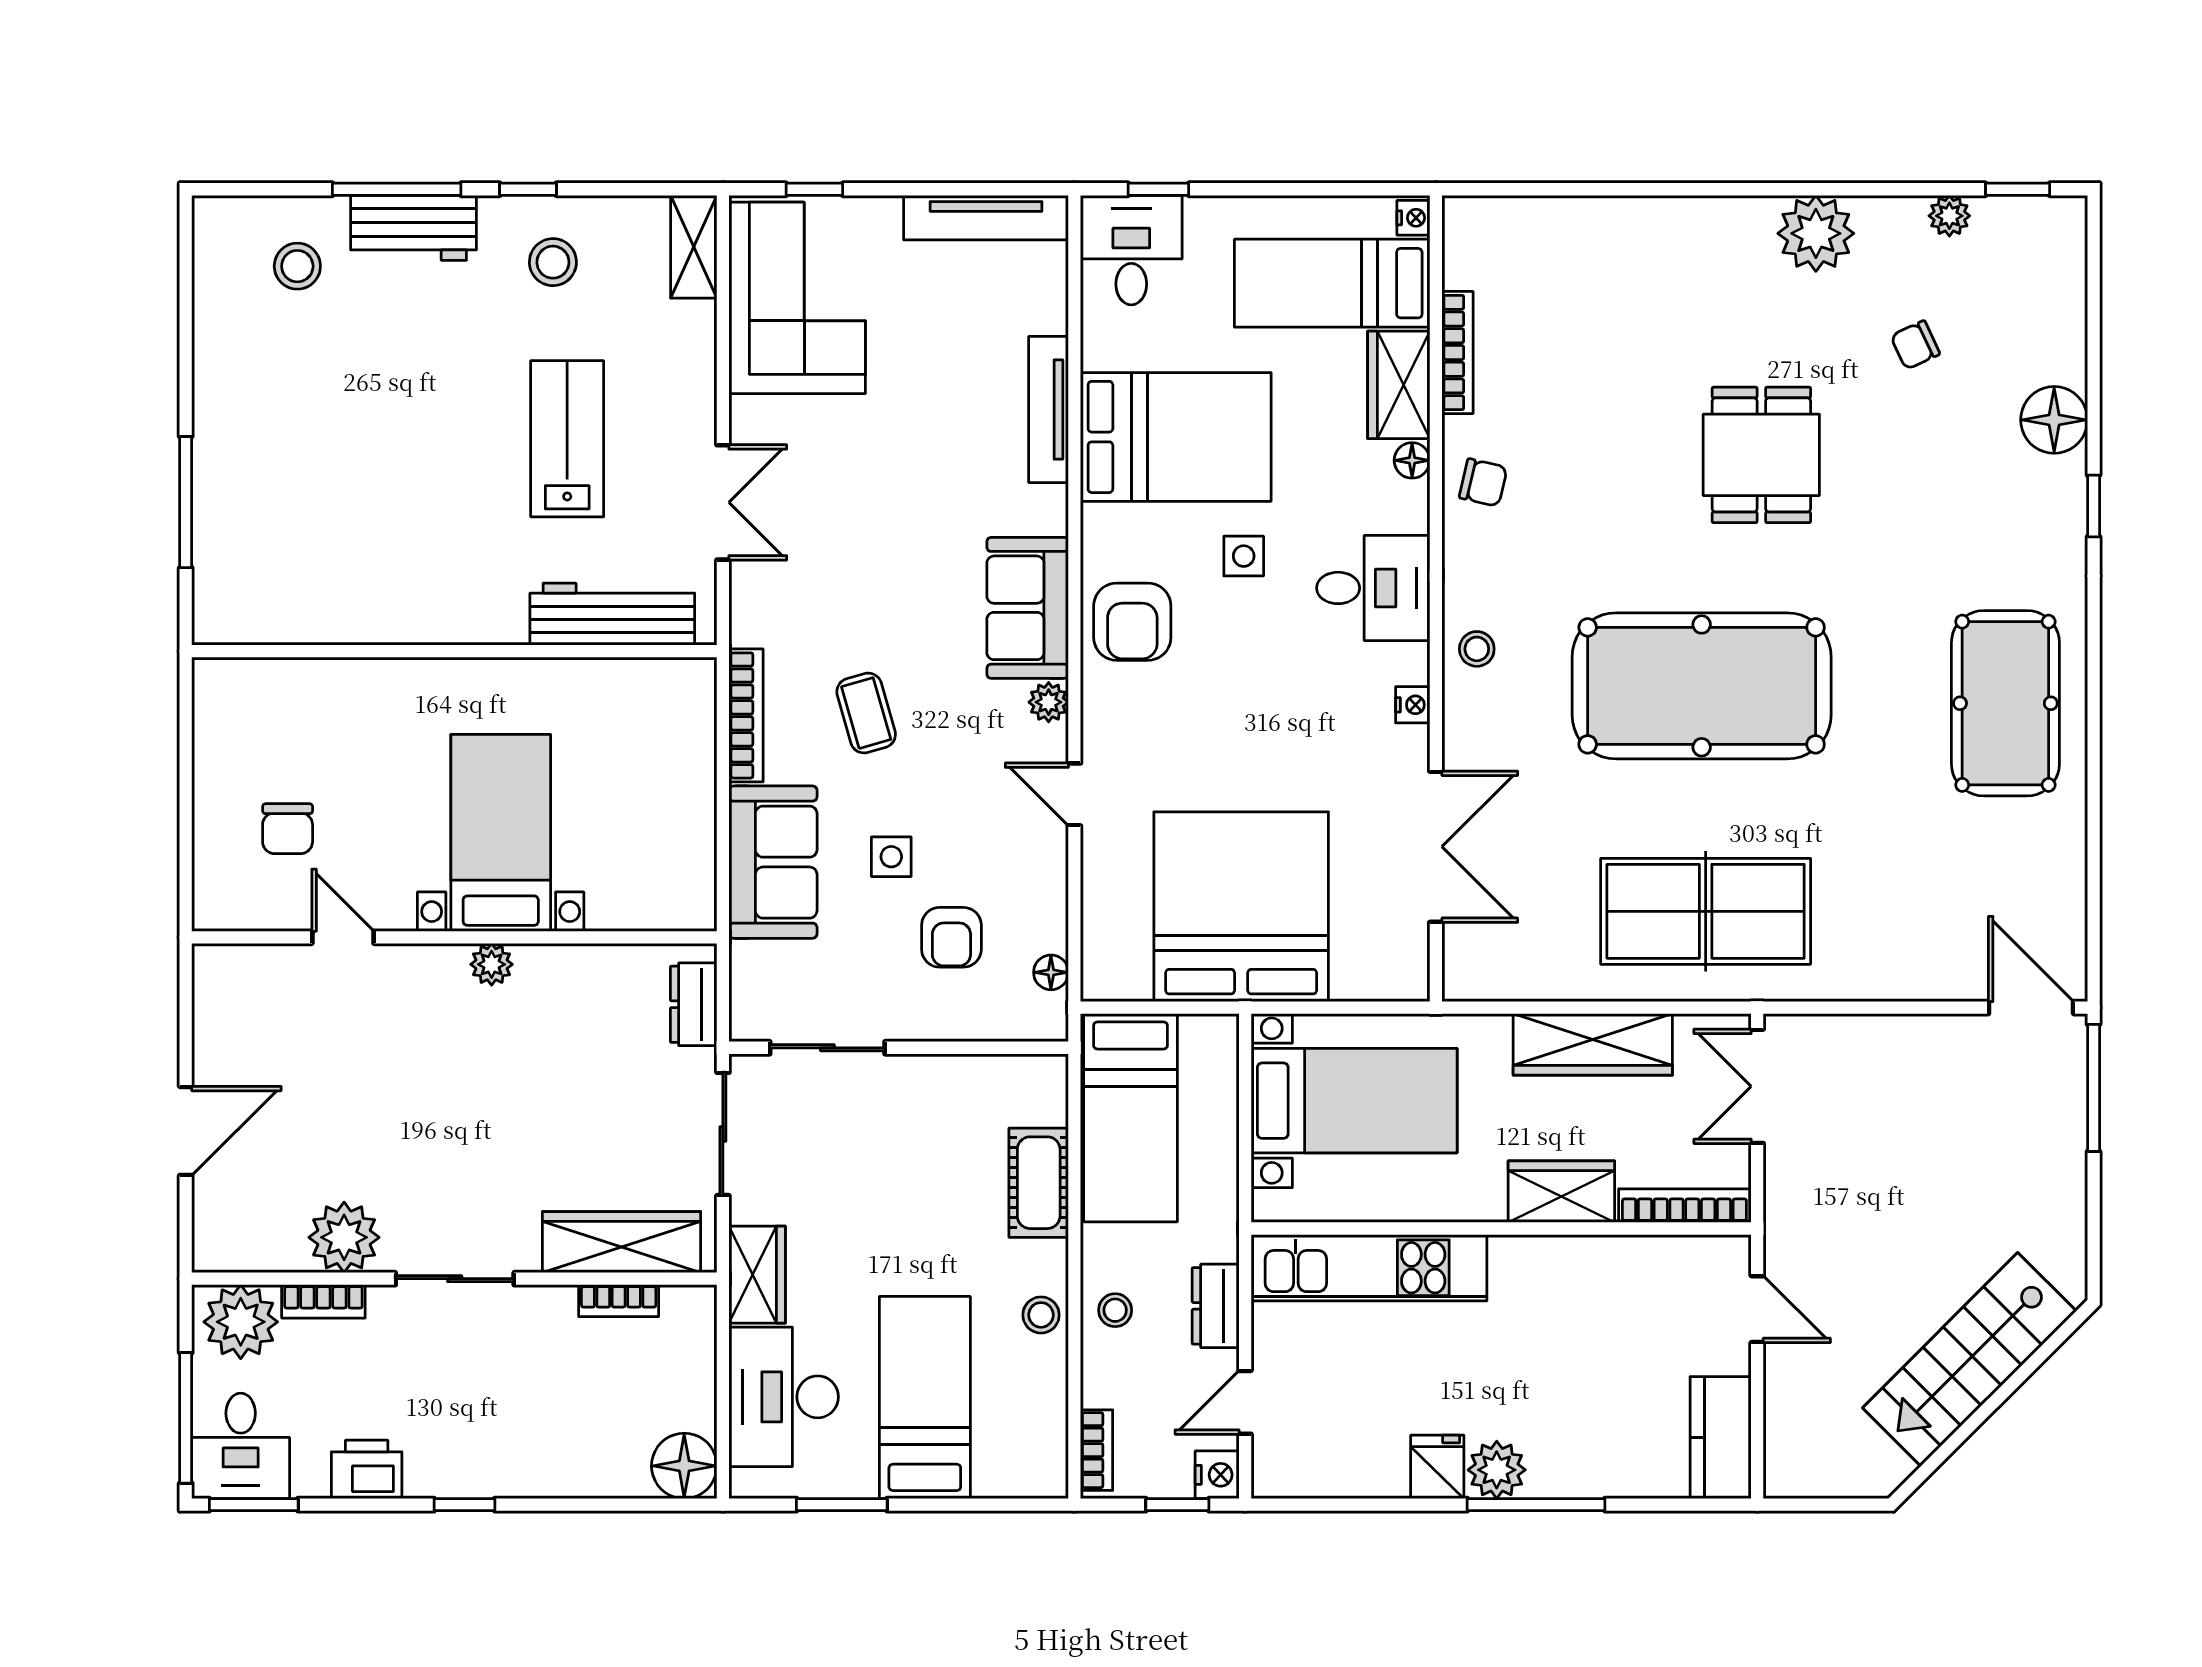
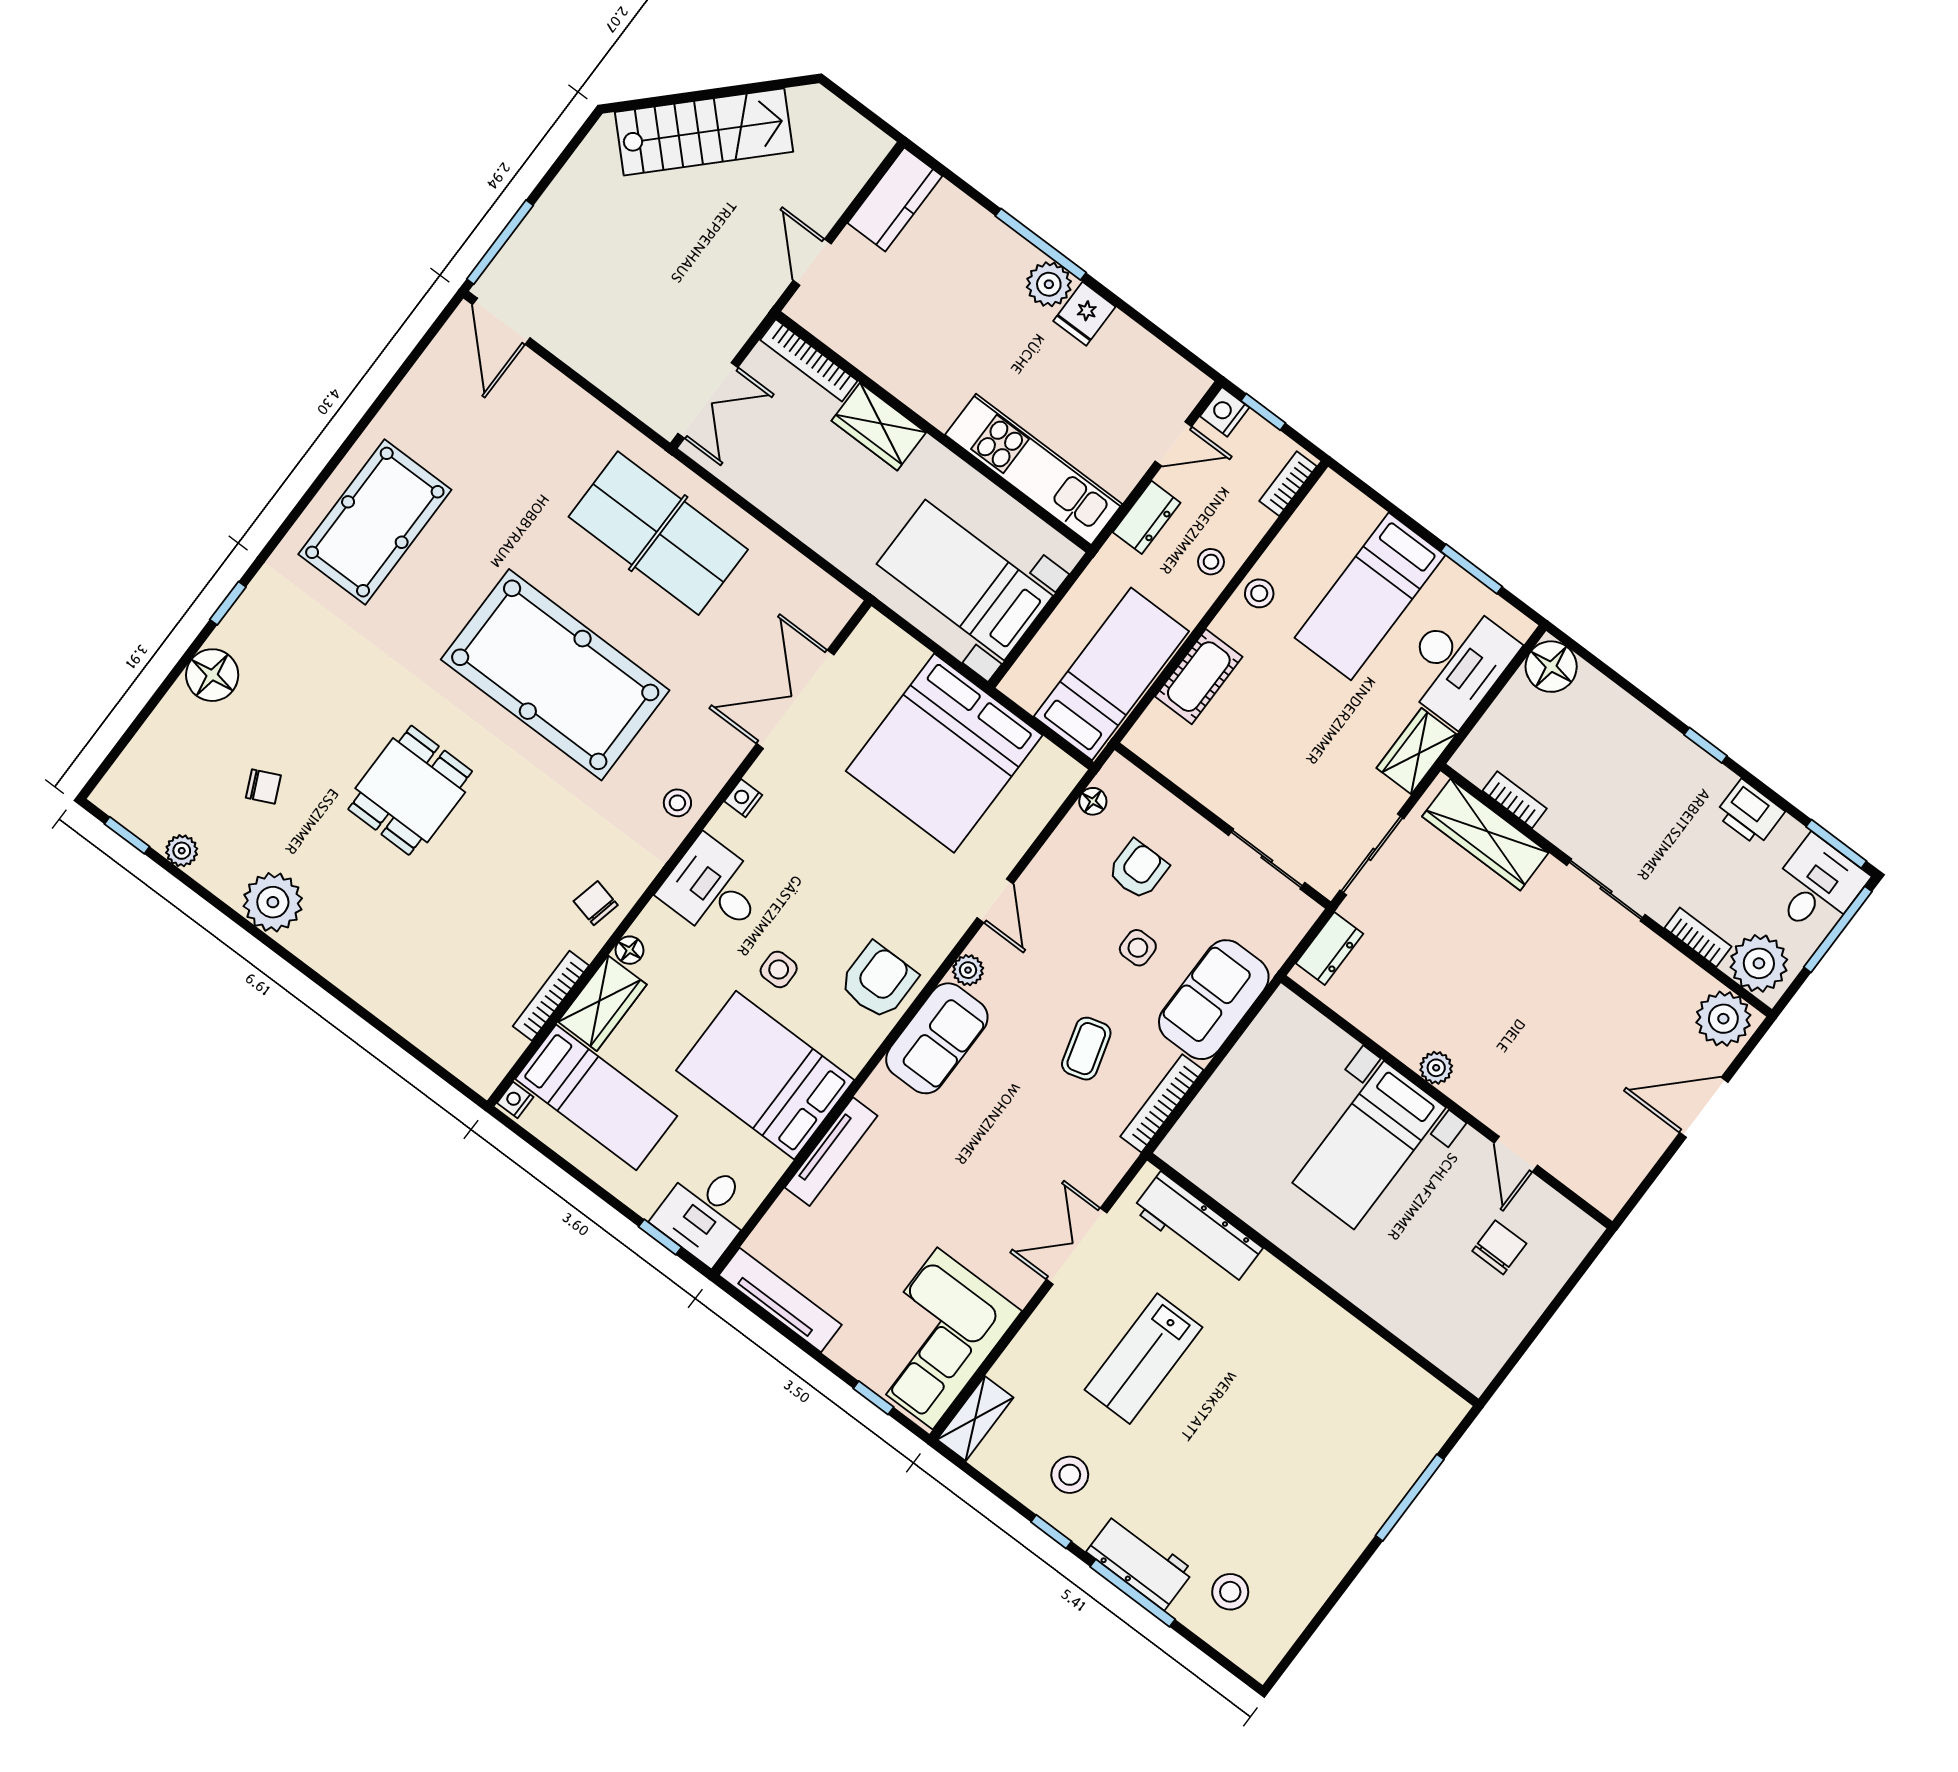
wardrobe: (1593, 1044) -> (790, 503), removed
plant: (344, 1237) -> (1723, 1019), moved

